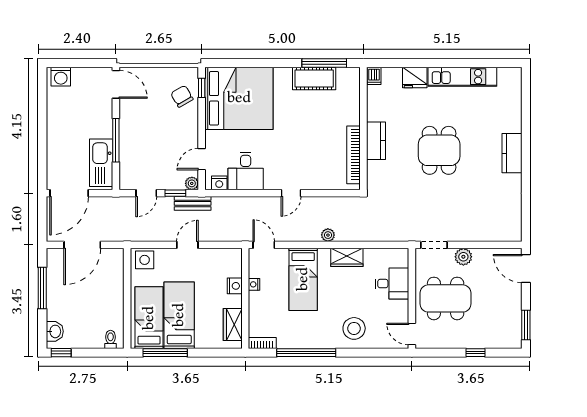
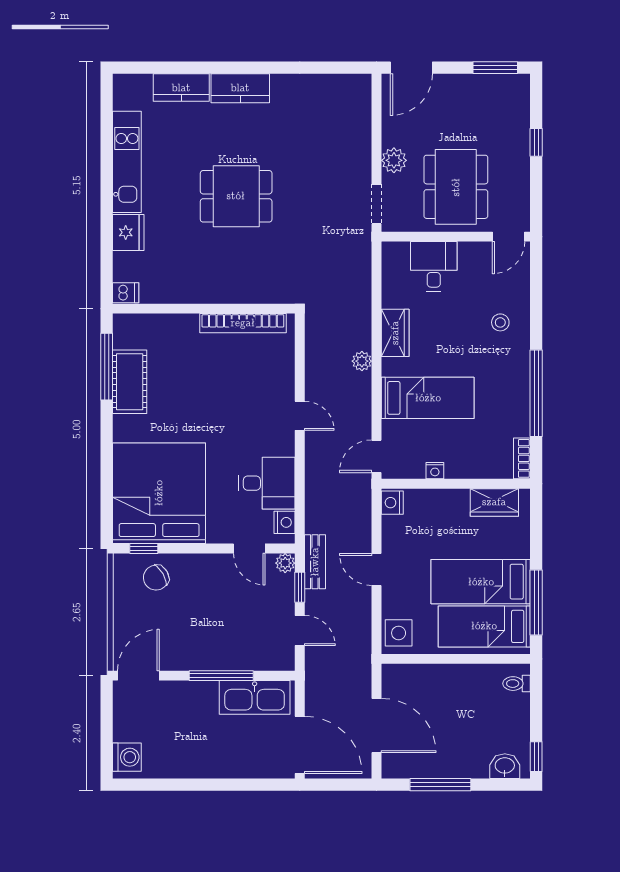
kitchen counter: (376, 141) -> (181, 88), moved, turned 180
nightstand: (235, 286) -> (392, 503), moved, turned -90
stool: (354, 328) -> (500, 322), width x0.53, depth x0.53

